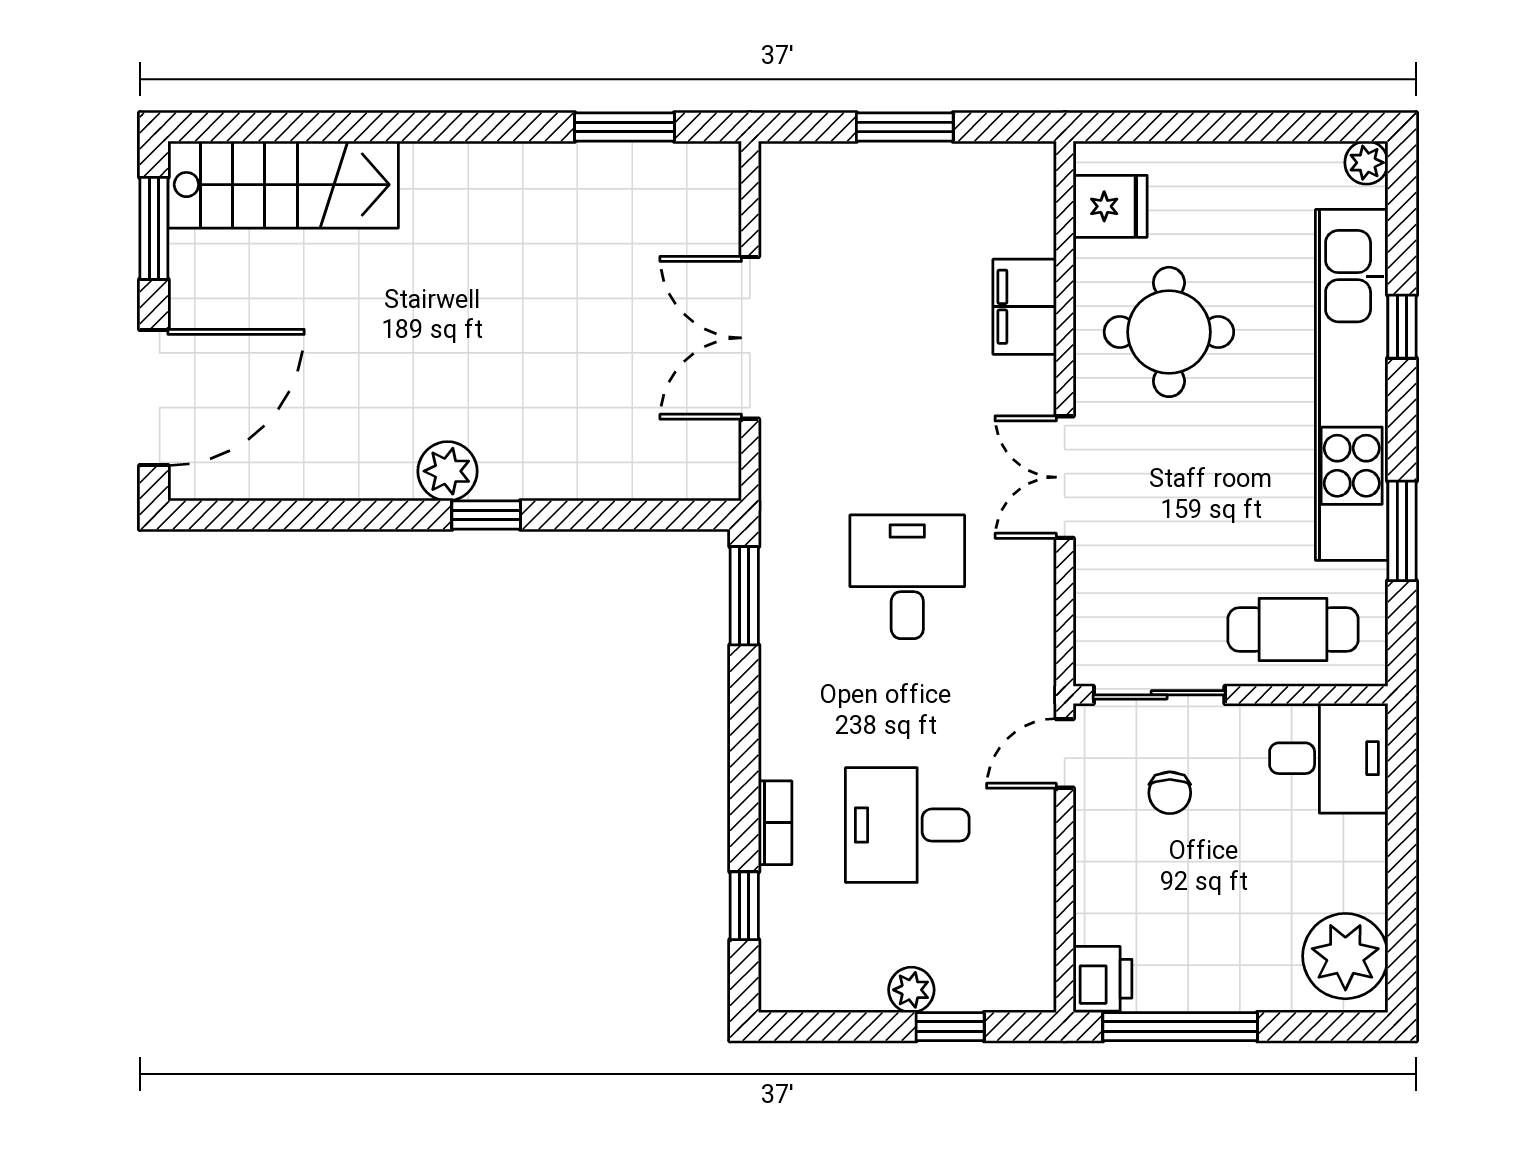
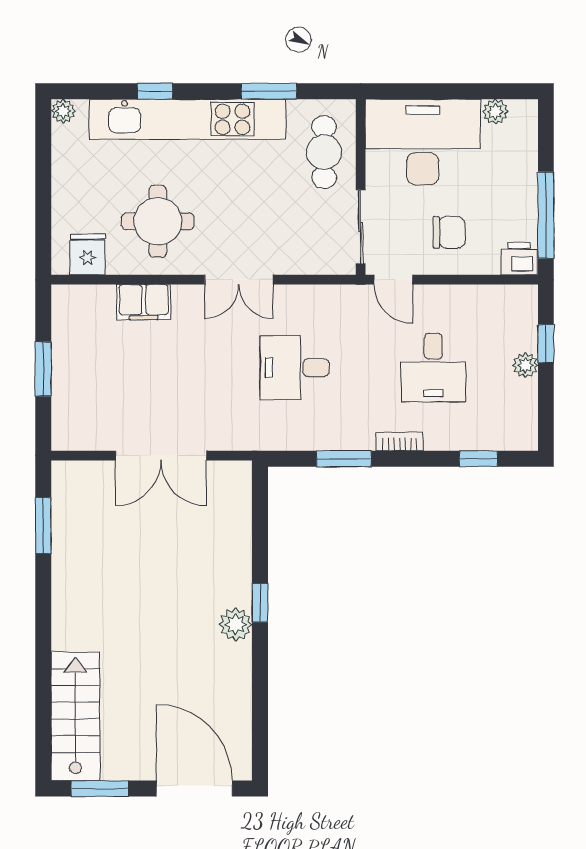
window: (744, 596) -> (344, 459), moved
desk: (1329, 758) -> (423, 142), width x1.87, depth x1.30
chair: (1170, 793) -> (449, 232), moved, width x1.37, depth x1.37
bookcase: (775, 823) -> (400, 441), moved
plant: (1345, 956) -> (495, 112), width x0.53, depth x0.53

